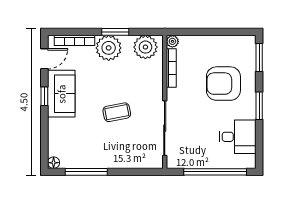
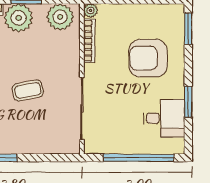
window: (259, 106) -> (188, 102), moved

